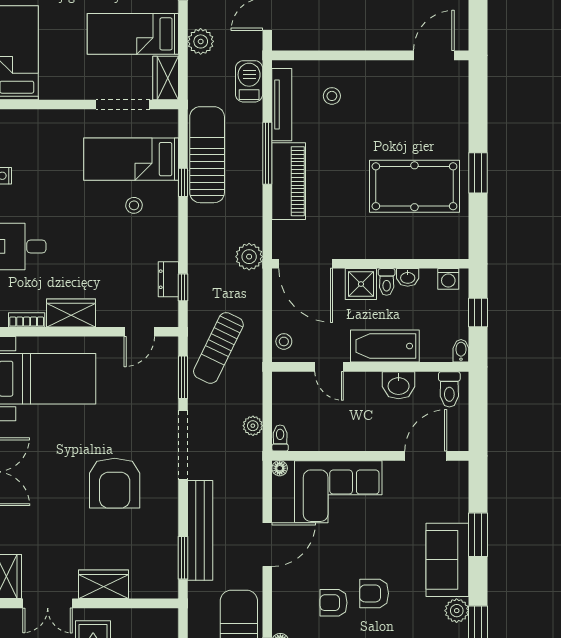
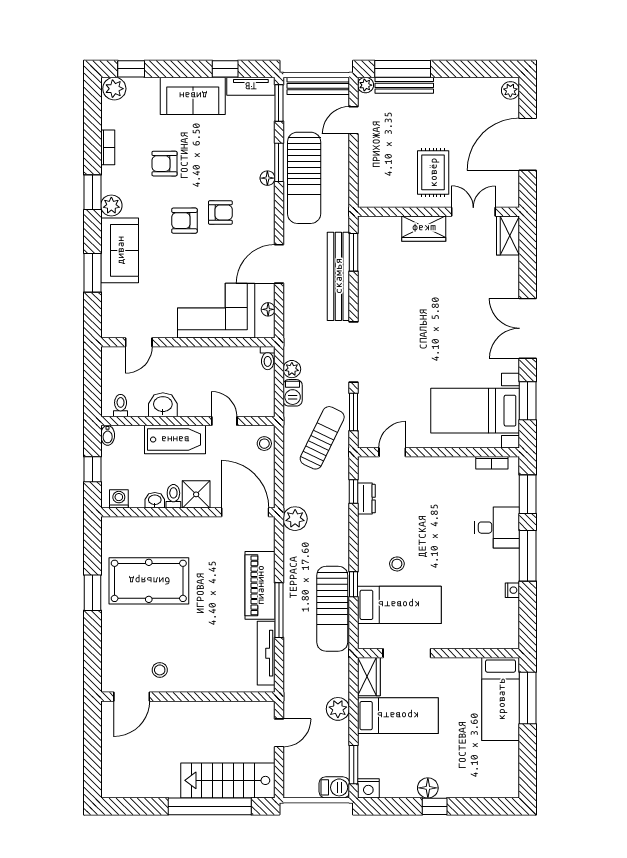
barbecue: (249, 81) -> (293, 393), moved, width x0.73, depth x0.79
stool: (332, 96) -> (160, 670), moved
wardrobe: (71, 313) -> (453, 469), removed
toilet: (449, 389) -> (121, 406), width x0.73, depth x0.72
door: (426, 456) -> (139, 342), width x0.73
floor lamp: (280, 468) -> (268, 309), moved
armchair: (115, 483) -> (414, 318), removed
armchair: (374, 593) -> (184, 221), turned 180

